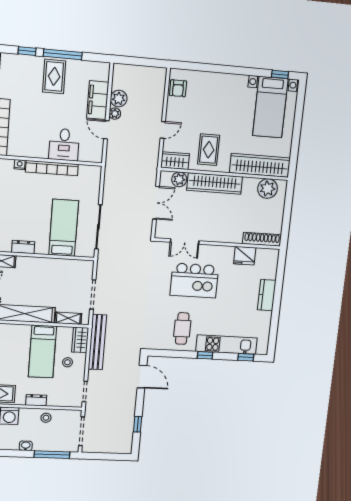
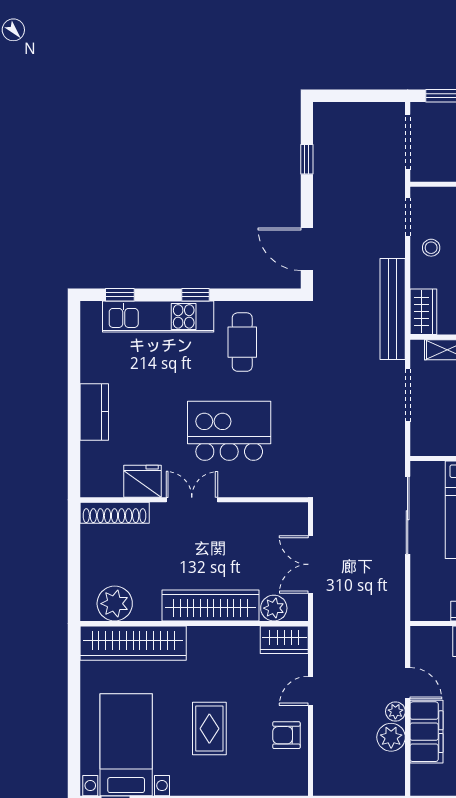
armchair: (178, 88) -> (286, 735), moved, turned -90
rug: (209, 150) -> (209, 729), moved
double door: (185, 241) -> (192, 500), moved
stool: (67, 362) -> (431, 248), moved

